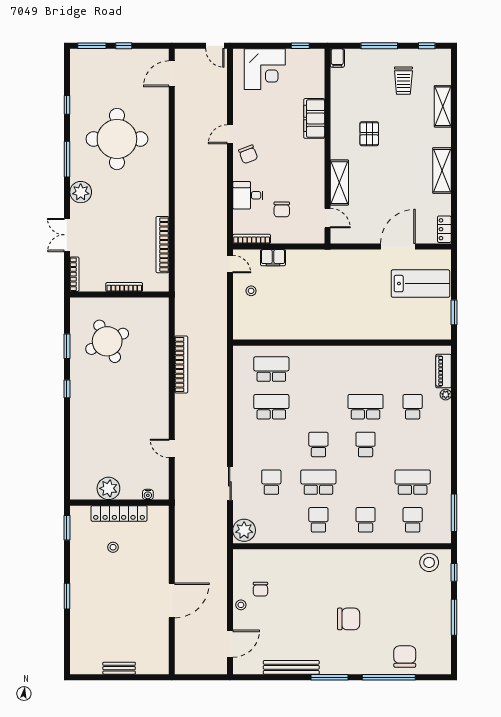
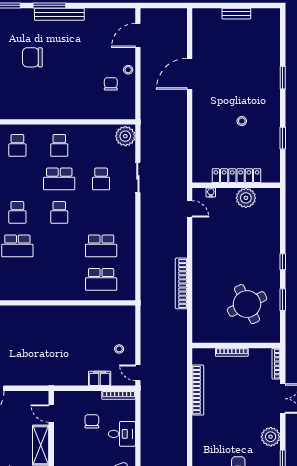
plant: (108, 488) -> (246, 198), moved
water cooler: (148, 494) -> (211, 192), moved
wall: (119, 503) -> (236, 185), moved
locker: (119, 513) -> (236, 176), moved
bench: (291, 667) -> (59, 14), moved

